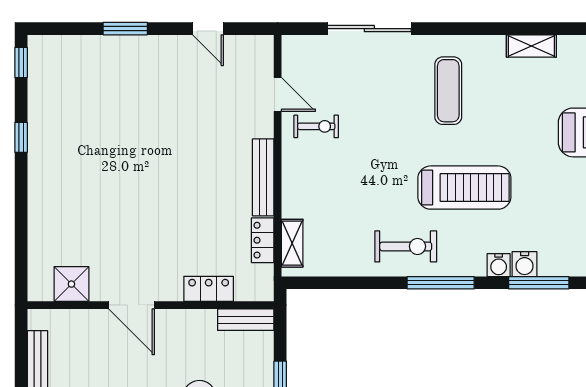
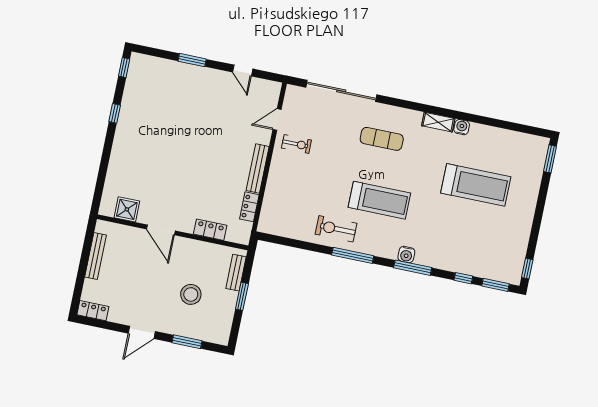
sliding door: (369, 29) -> (341, 91), width x1.36
exercise mat: (448, 91) -> (382, 139), turned 90
door: (278, 94) -> (277, 120), swing flipped
shelving: (292, 243) -> (267, 212), removed
exercise bike: (406, 246) -> (336, 229), turned 180
water cooler: (499, 265) -> (462, 127), moved, turned 180
bench: (246, 320) -> (236, 273), moved, turned 90

